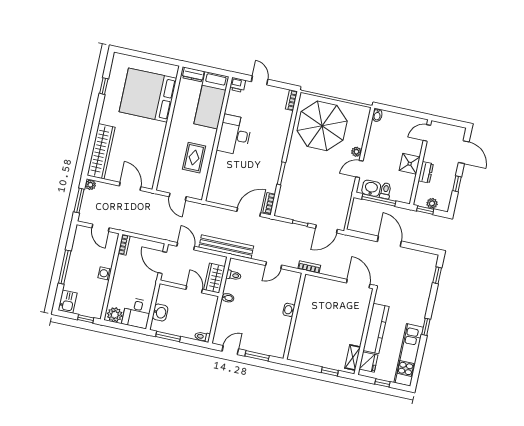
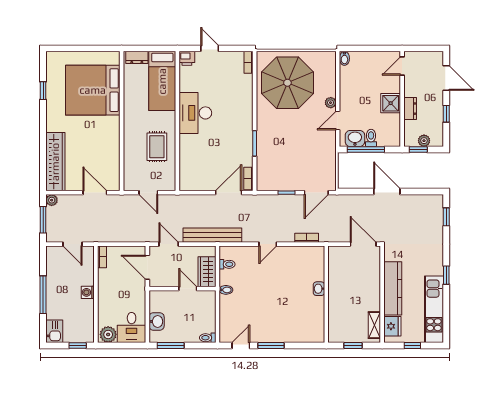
washbasin: (289, 310) -> (319, 289), moved
wall: (294, 316) -> (326, 294), moved

